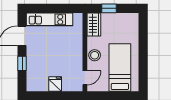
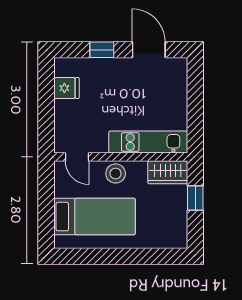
kitchen unit: (50, 19) -> (148, 142), moved, turned 90
fridge: (55, 84) -> (66, 88), moved

